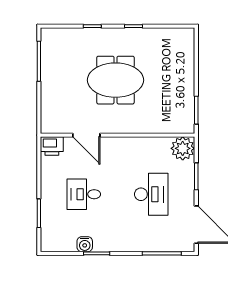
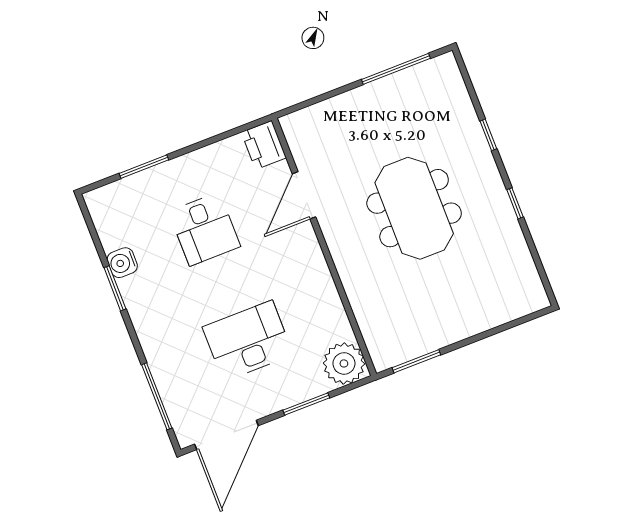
desk: (84, 194) -> (205, 229), turned 180
desk: (151, 194) -> (248, 341), turned 180

